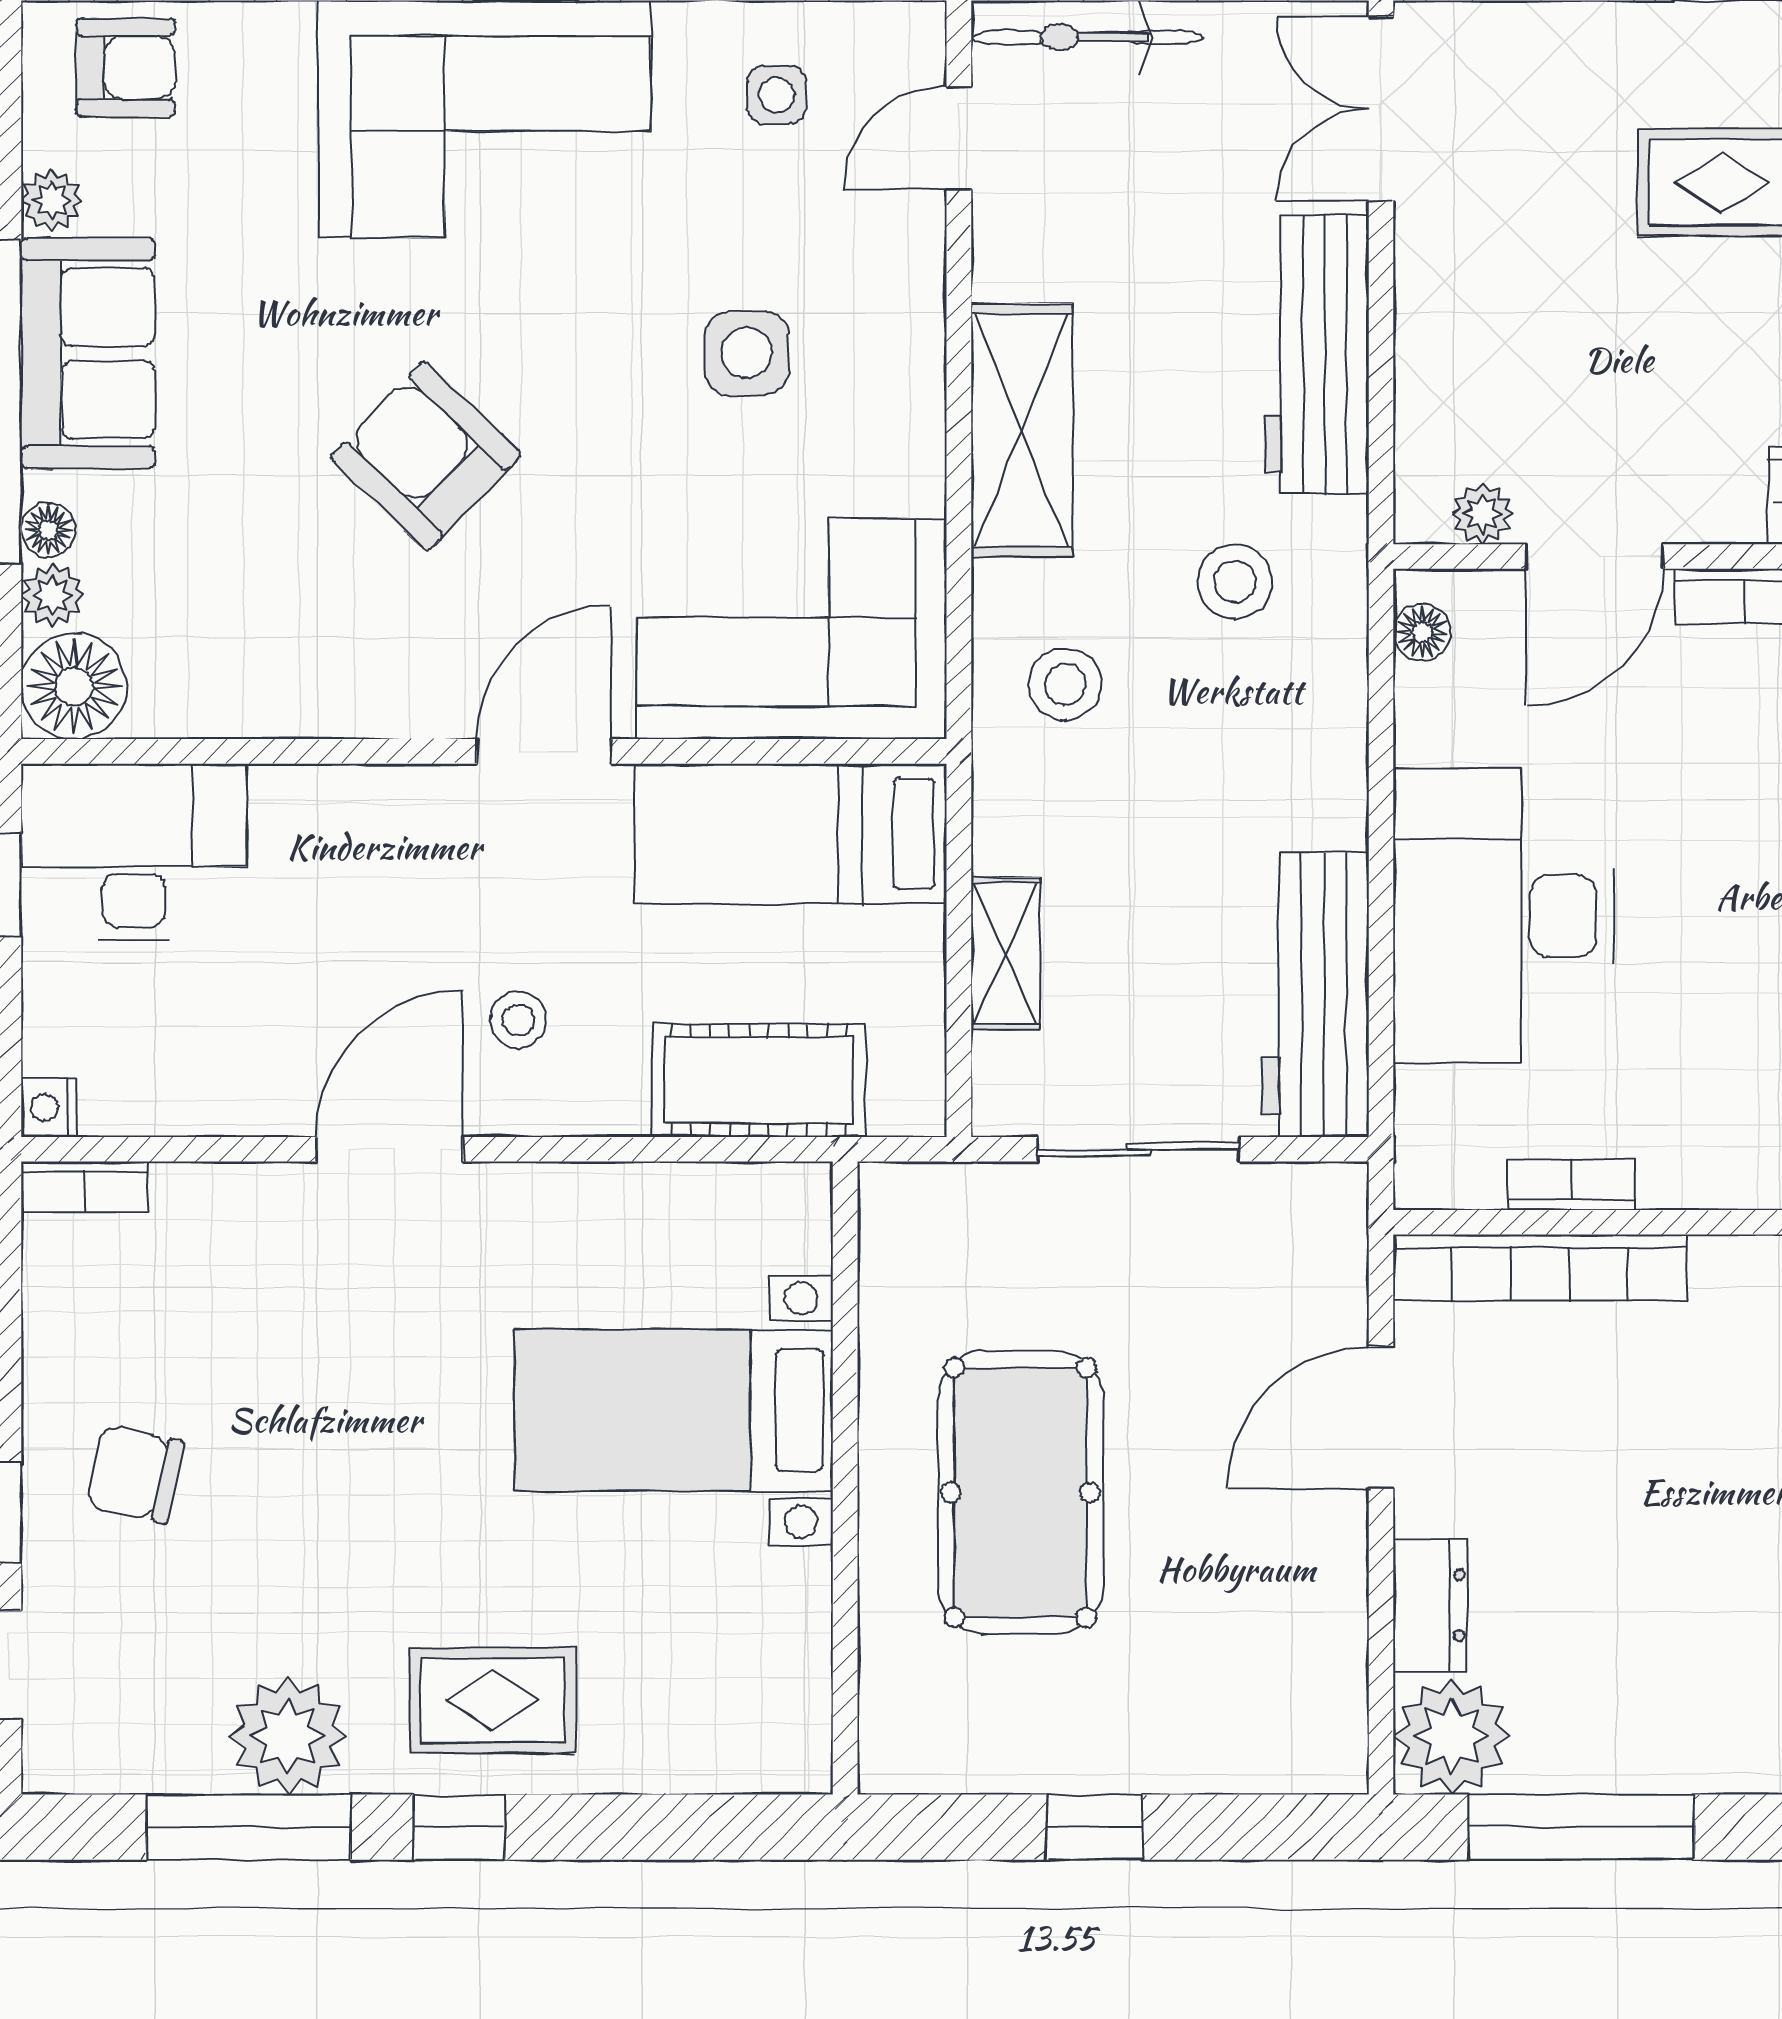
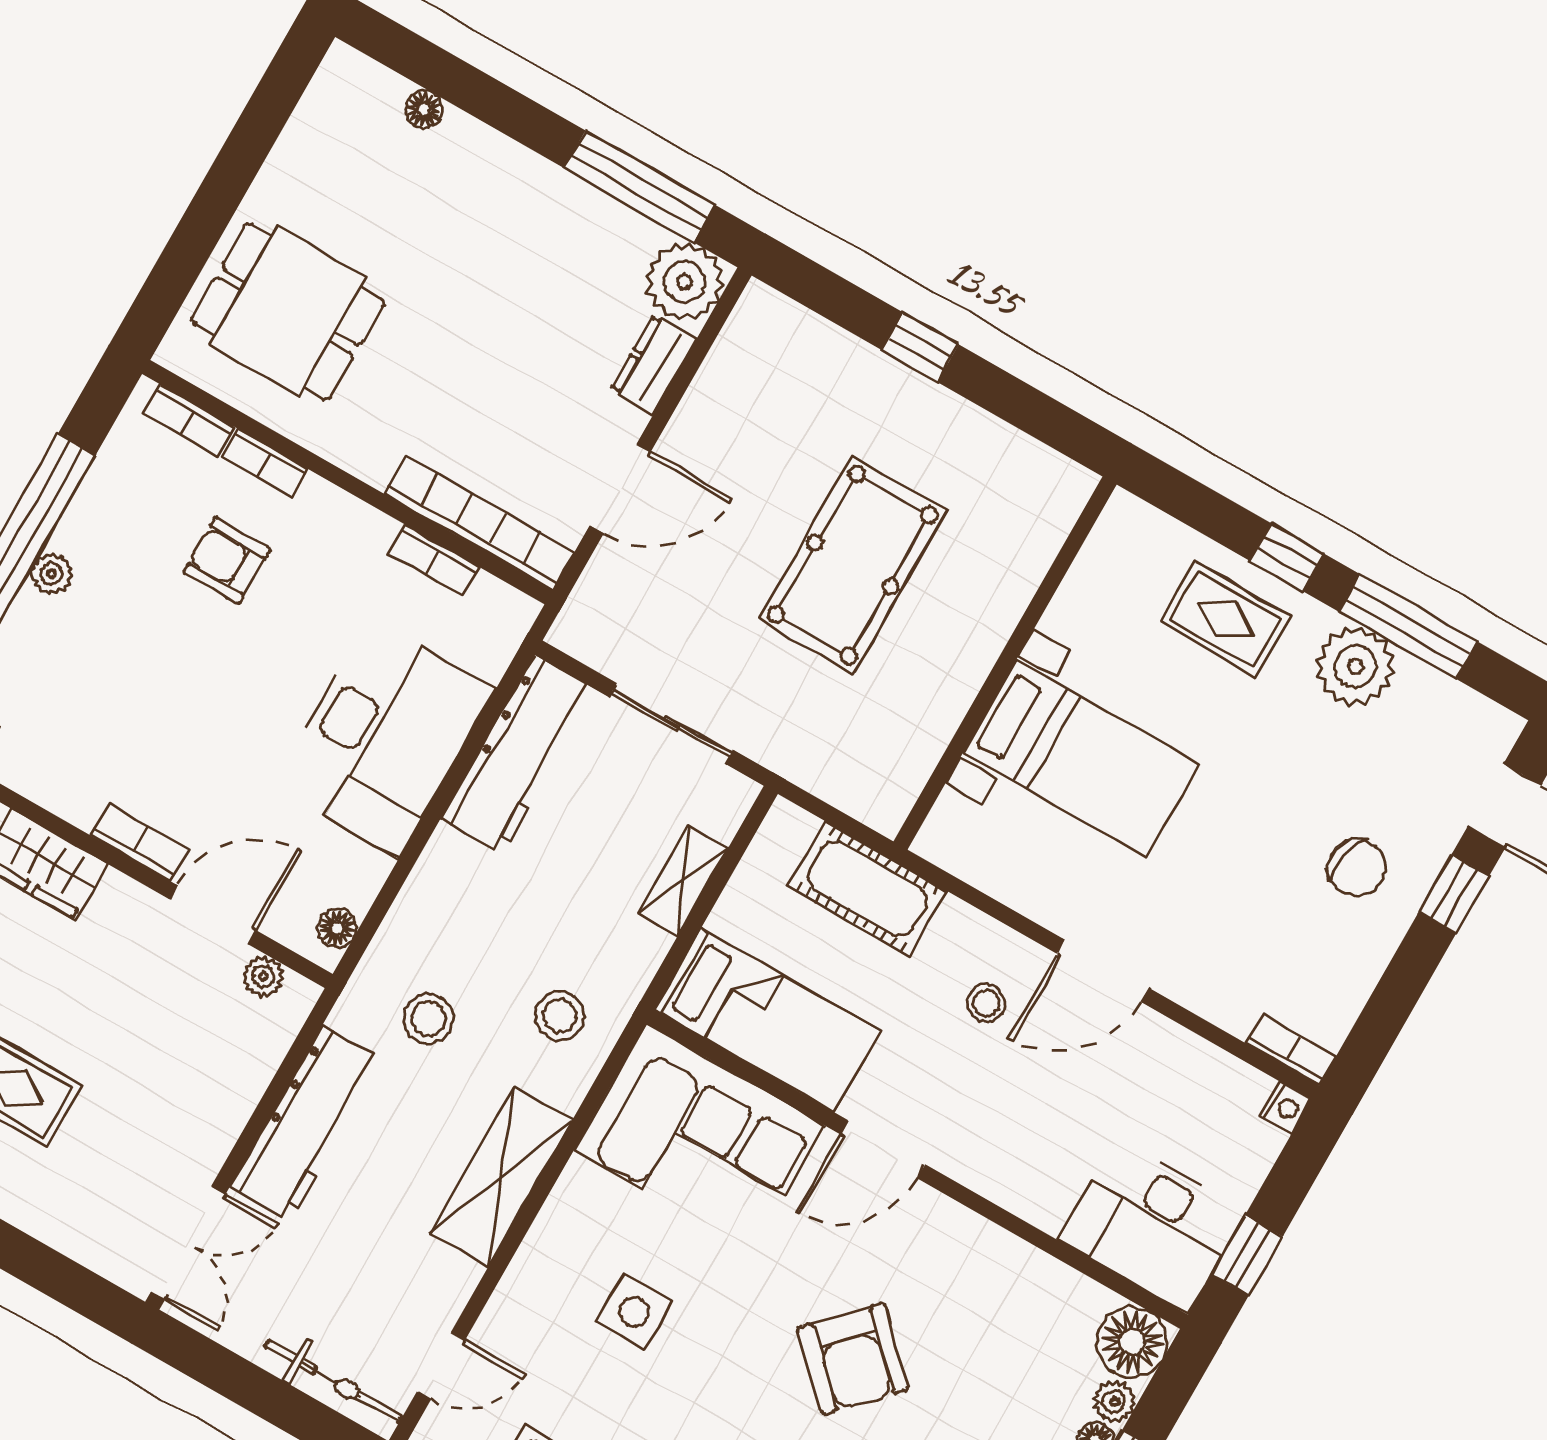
bed with nightstands: (674, 1410) -> (1081, 759), moved
wall: (845, 1478) -> (1005, 663), moved

